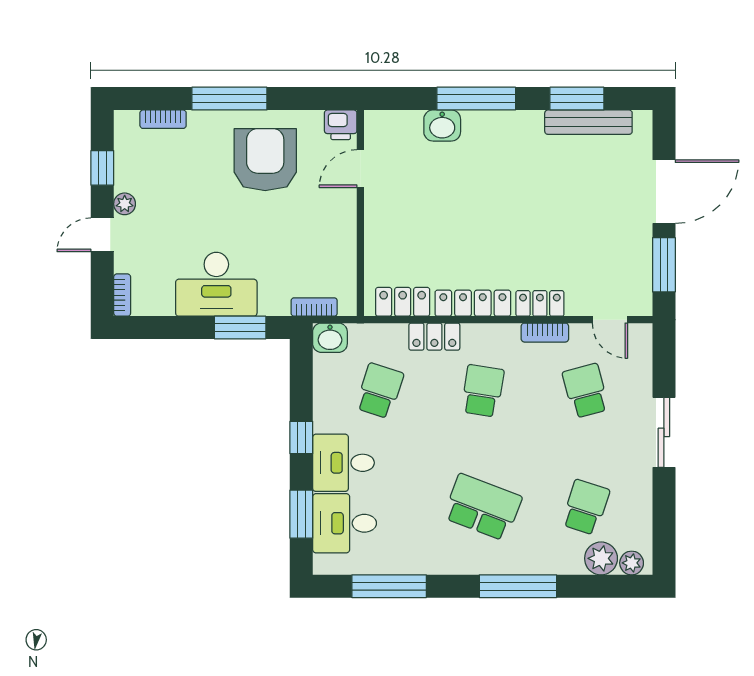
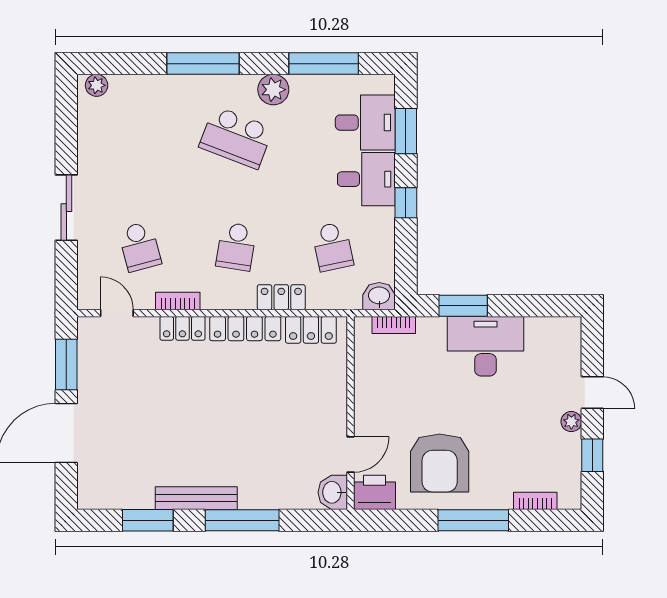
bench: (588, 122) -> (196, 498), moved
printer: (341, 125) -> (375, 492), width x1.36, depth x1.24
washbasin: (442, 125) -> (333, 492), moved, turned -90
door: (102, 235) -> (592, 393), hinge flipped
bookcase: (122, 295) -> (574, 336), removed
school desk: (380, 391) -> (333, 247), turned -30
school desk: (586, 507) -> (140, 138), removed
plant: (601, 558) -> (273, 90), moved

